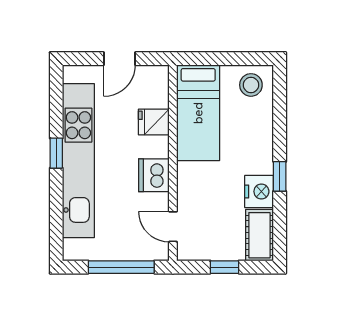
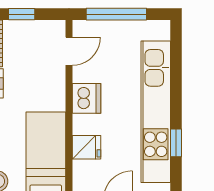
window: (56, 153) -> (176, 143), moved
door: (173, 227) -> (69, 51), hinge flipped

